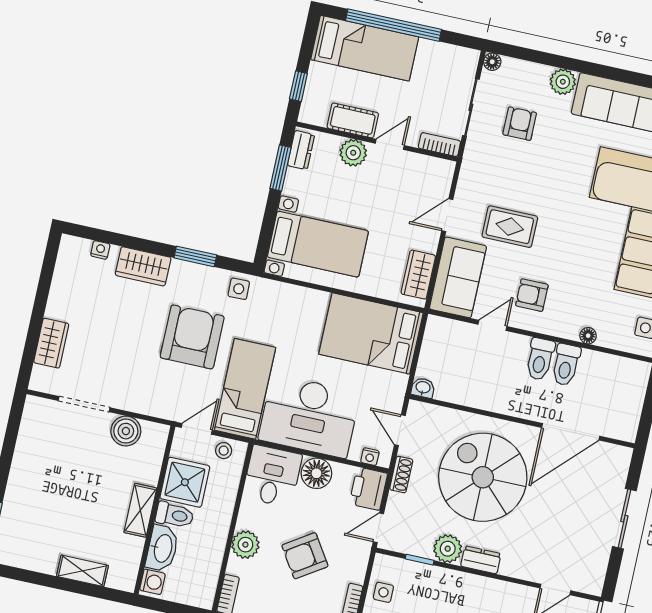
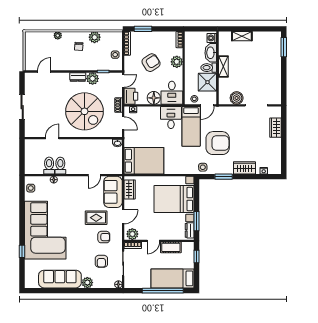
plant: (353, 153) -> (132, 234), moved
bed with nightstands: (318, 244) -> (174, 199), width x1.36
armchair: (532, 295) -> (104, 237), moved
armchair: (192, 337) -> (218, 143), turned -90
toilet: (540, 359) -> (49, 166), moved
desk: (309, 416) -> (171, 118), width x0.53, depth x0.77
door: (571, 432) -> (52, 138), width x0.53

